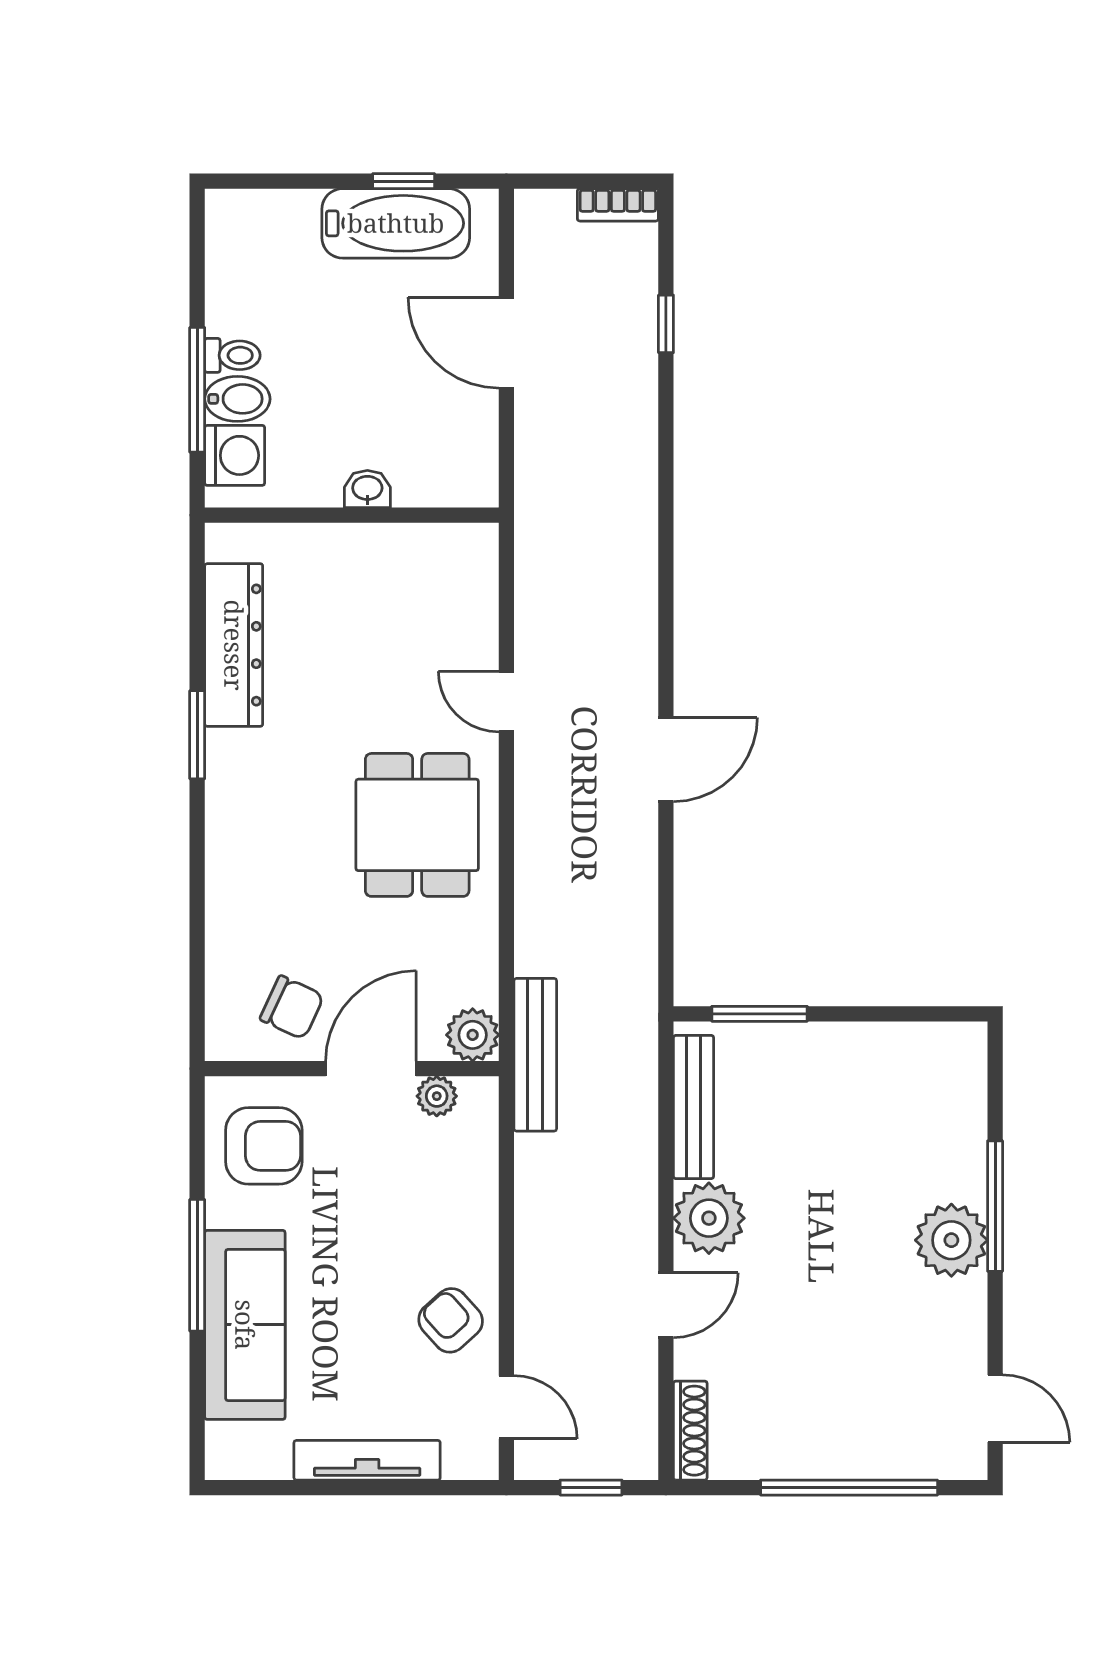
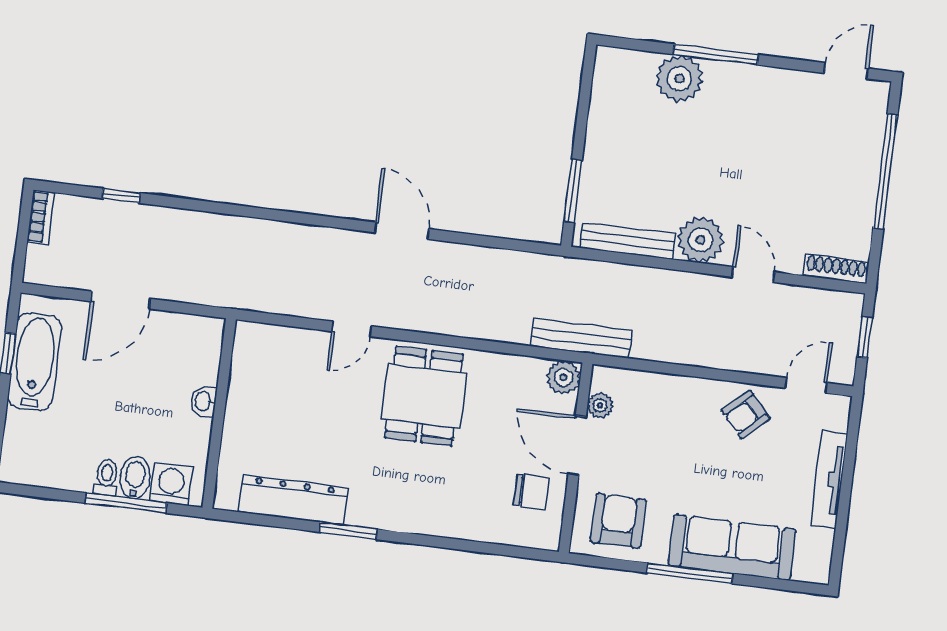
dining table: (417, 825) -> (424, 396), turned 90
chair: (292, 1007) -> (531, 492), turned 65
plant: (951, 1240) -> (679, 79), moved

